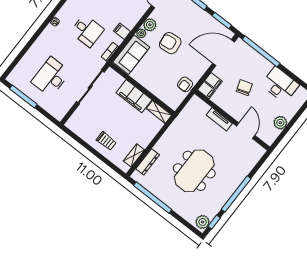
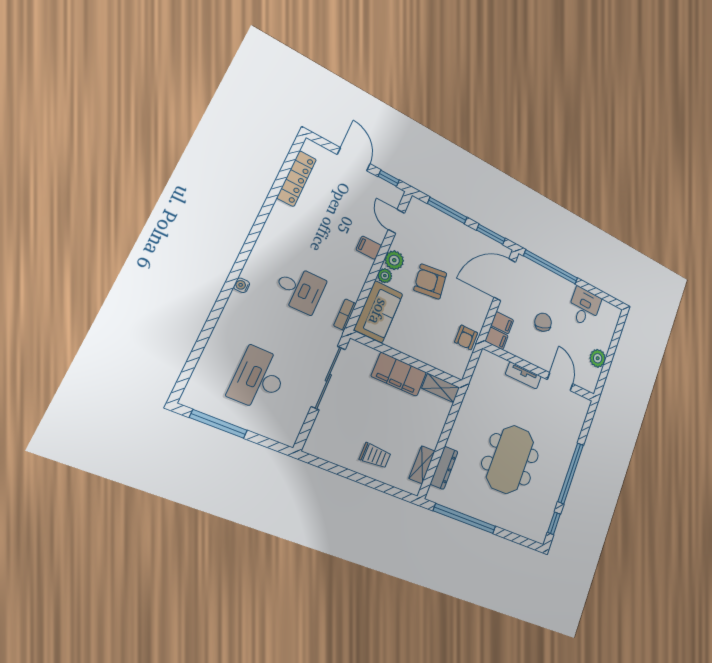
filing cabinet: (122, 31) -> (369, 248), moved
desk: (280, 85) -> (584, 307), width x0.73
plant: (203, 222) -> (540, 529), removed

